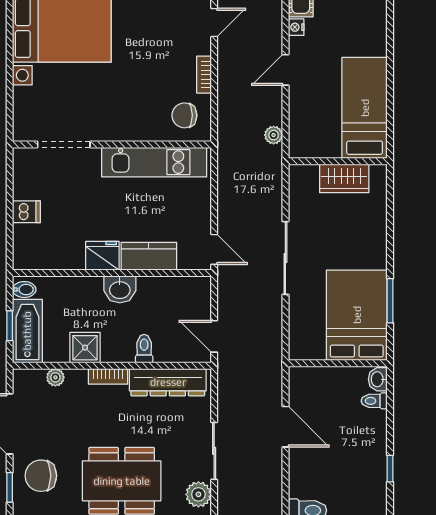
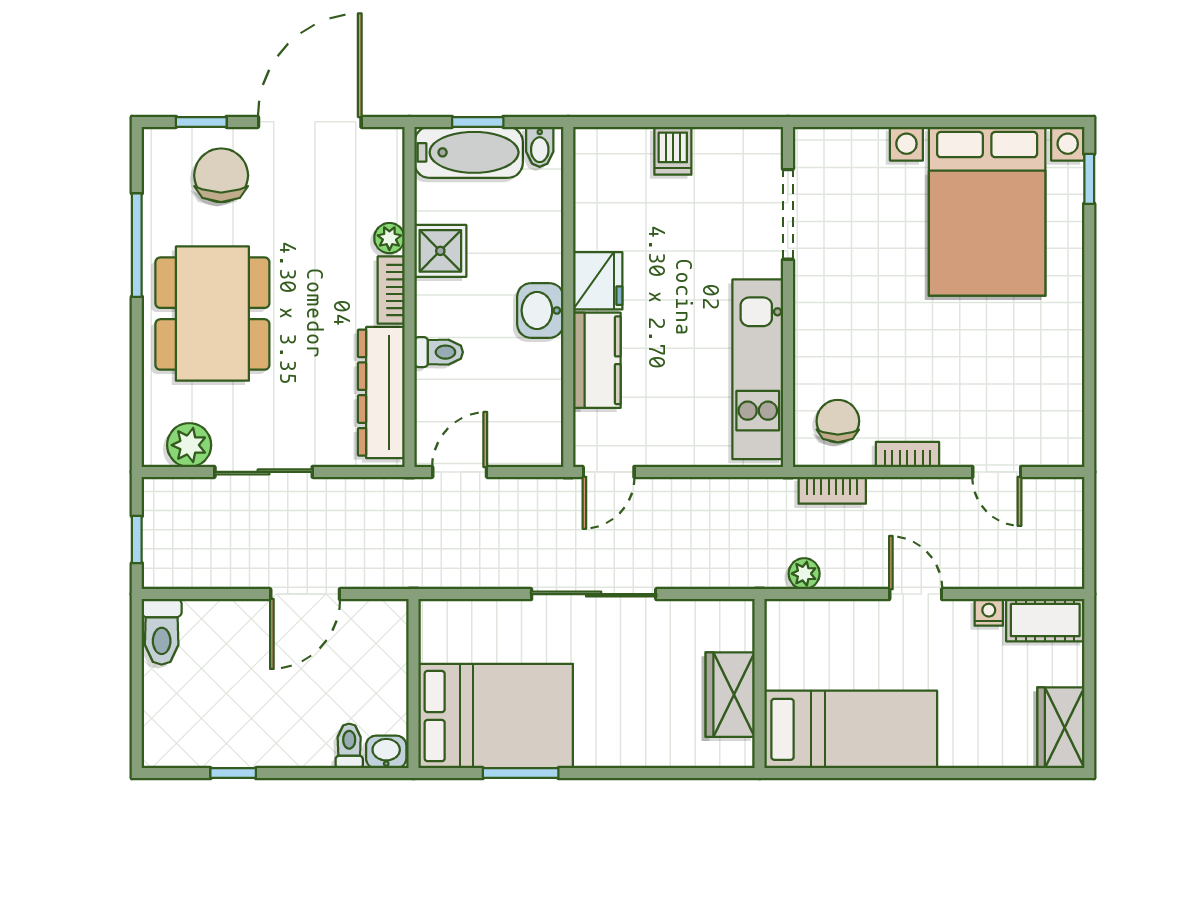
bookcase: (225, 119) -> (832, 490), added
plant: (55, 377) -> (389, 238), moved

